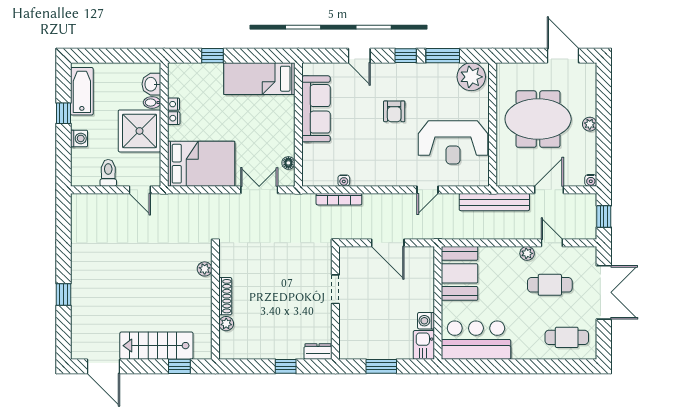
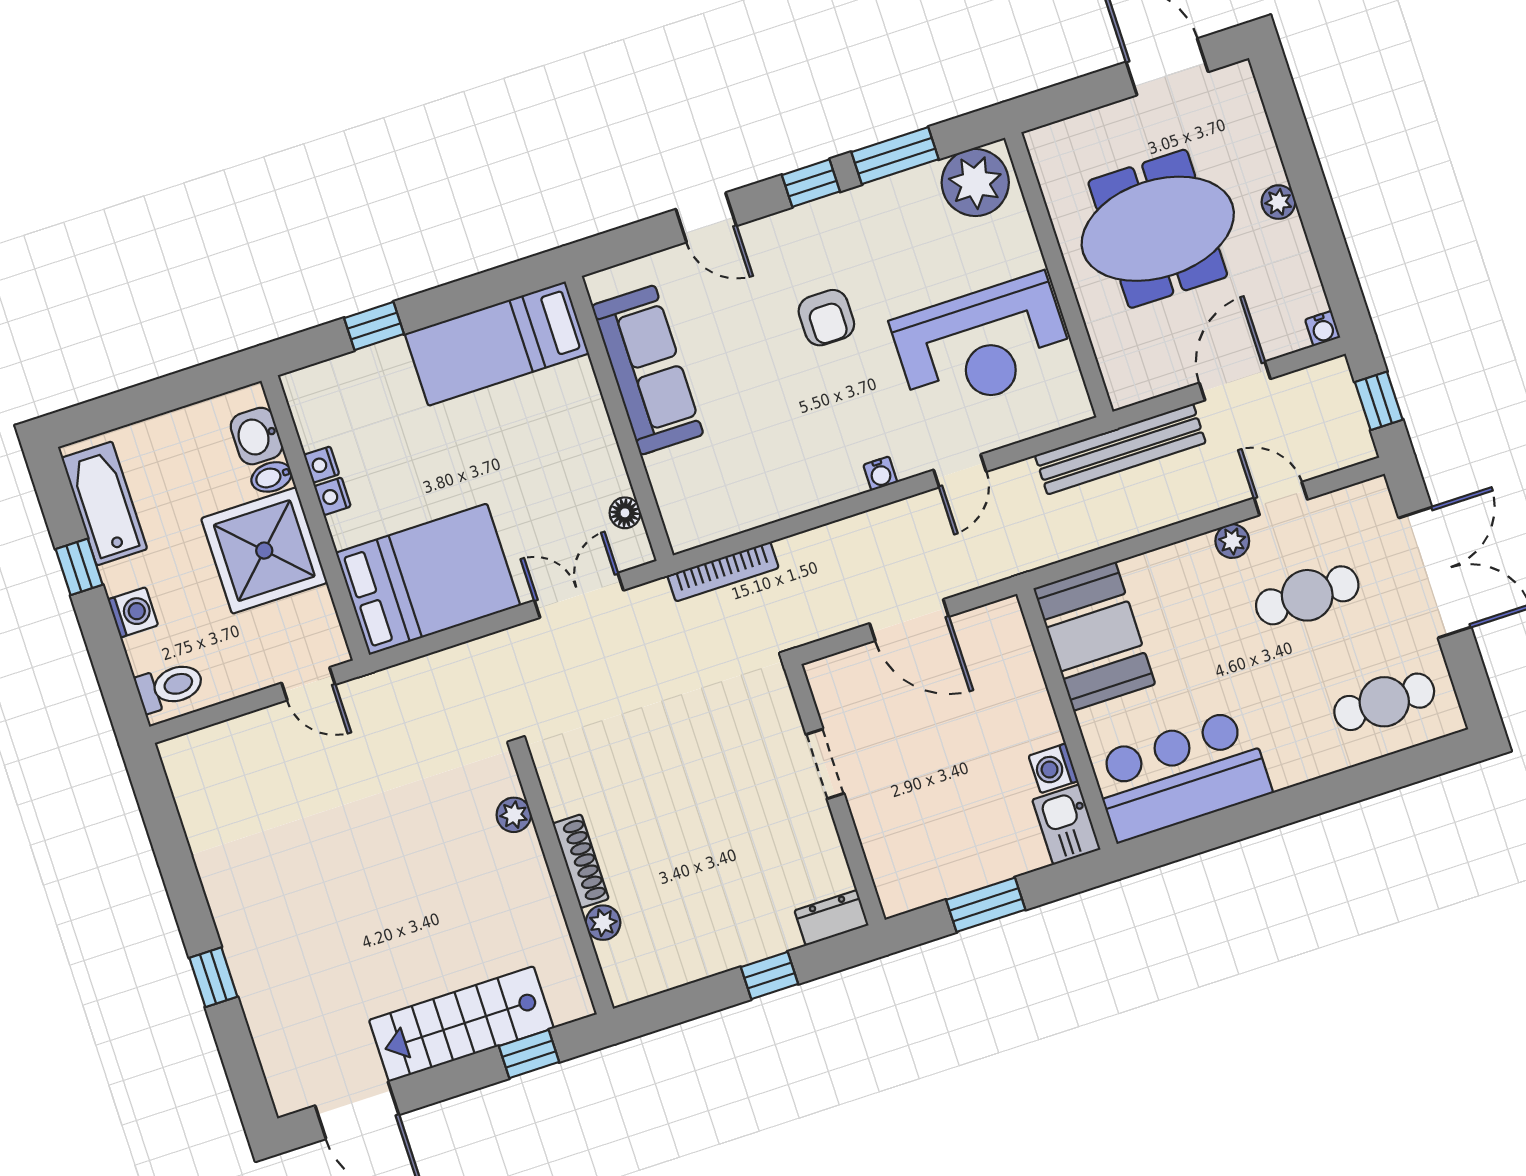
toilet: (108, 173) -> (170, 687), moved, turned 90
water cooler: (344, 181) -> (880, 474), moved
bookcase: (339, 199) -> (723, 572), moved

